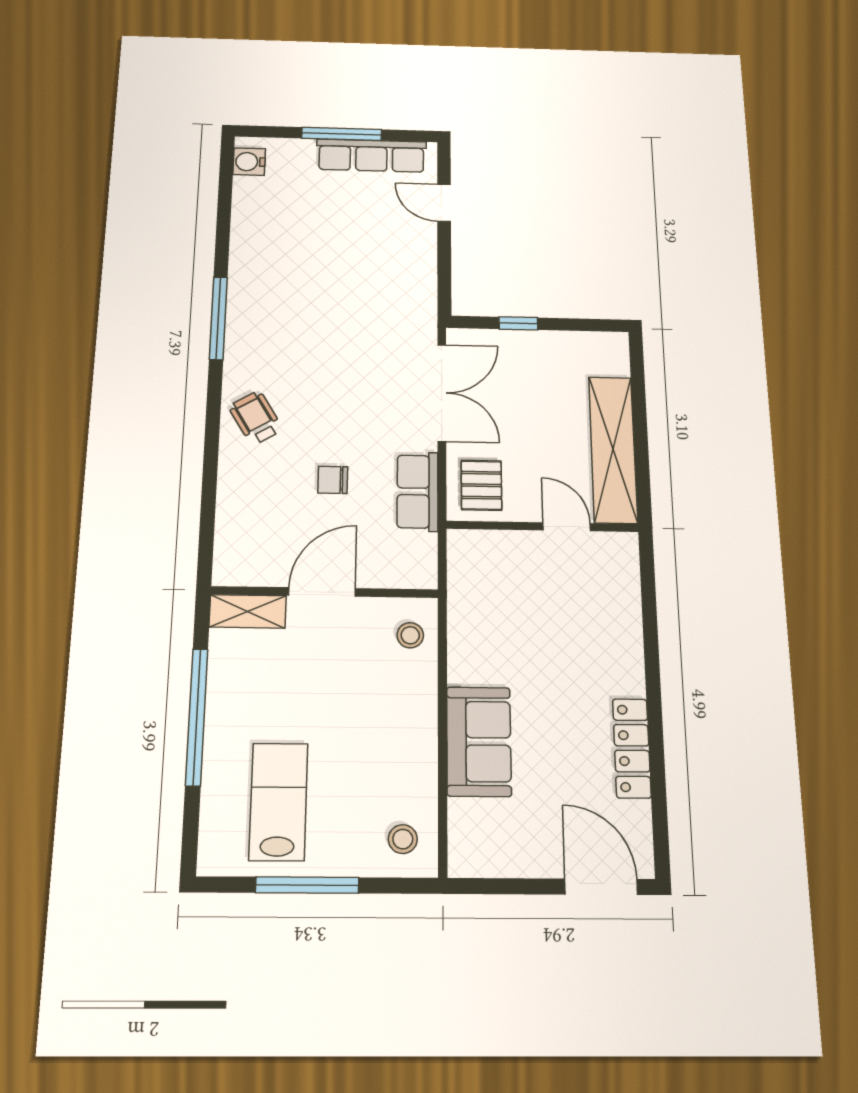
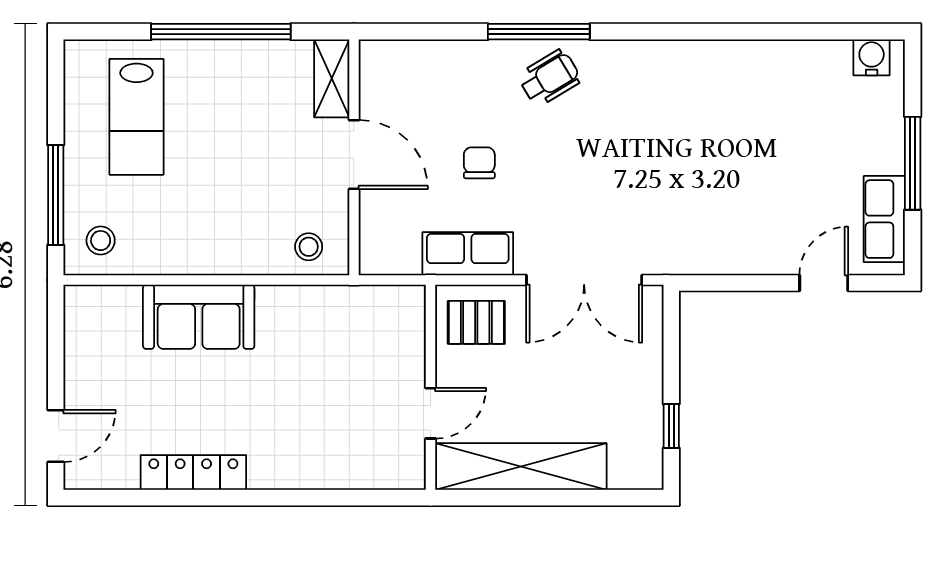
row of seats: (371, 156) -> (884, 219), width x0.68
window: (218, 318) -> (539, 32), moved
window: (518, 323) -> (671, 426), moved
lab bench: (279, 802) -> (136, 117), turned 90
window: (307, 885) -> (56, 195), moved
door: (601, 887) -> (56, 436), width x0.73

